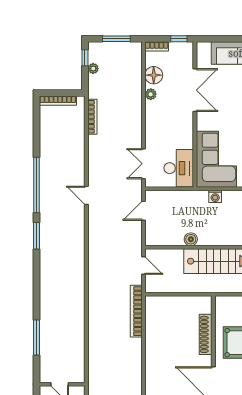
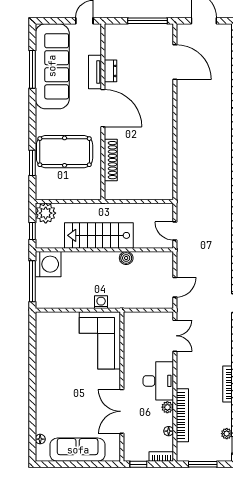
floor lamp: (154, 75) -> (169, 431), width x0.53, depth x0.53
desk: (179, 168) -> (158, 381), moved, turned 180
bookcase: (136, 311) -> (182, 415), moved

